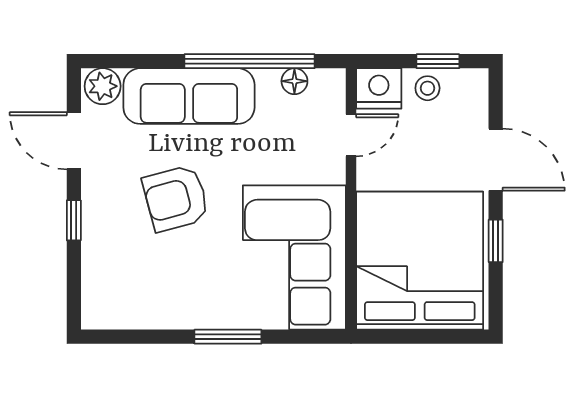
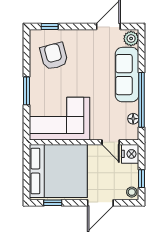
stool: (427, 88) -> (132, 192), moved
armchair: (176, 198) -> (54, 56), moved
window: (74, 220) -> (50, 26), moved
window: (496, 241) -> (53, 203), moved

